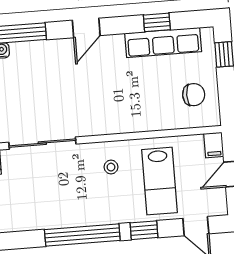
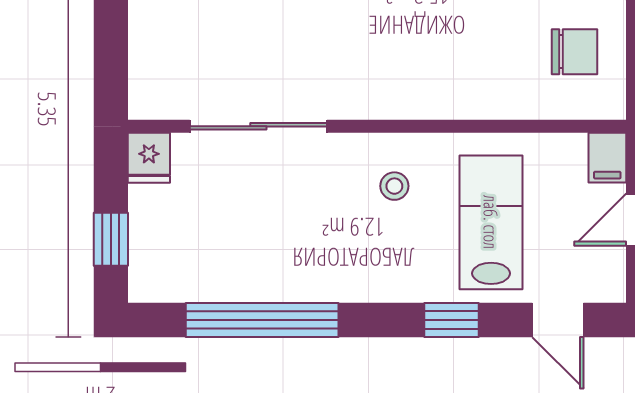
lab bench: (159, 181) -> (491, 222), turned 180
window: (82, 235) -> (262, 320), moved

